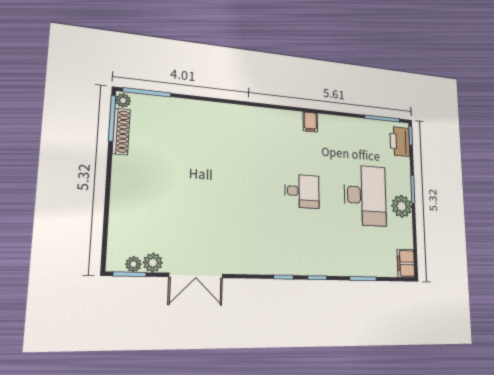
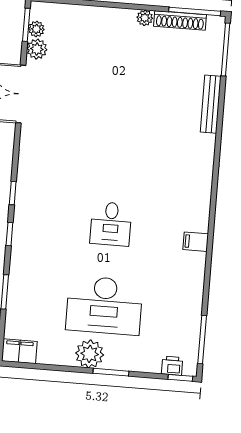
plant: (123, 100) -> (145, 18), moved
bench: (197, 107) -> (211, 104), added
printer: (400, 142) -> (172, 366), width x0.53, depth x0.68

